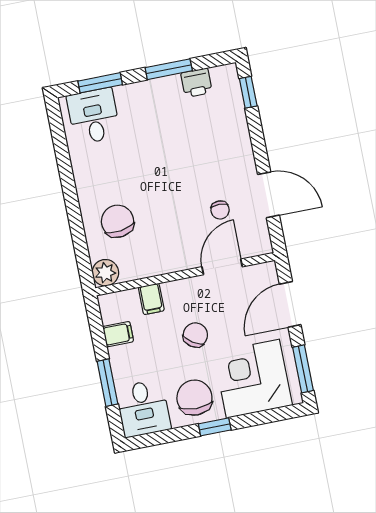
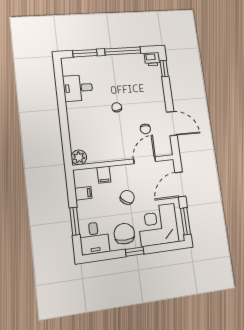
window: (169, 69) -> (123, 51), width x1.44
printer: (196, 83) -> (152, 59), moved
desk: (94, 116) -> (78, 88), moved, turned -90
chair: (118, 221) -> (117, 107), moved, width x0.54, depth x0.54

